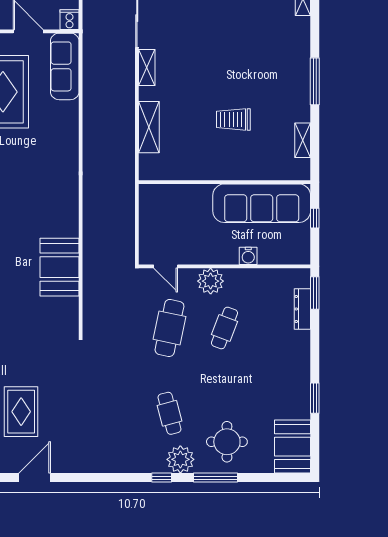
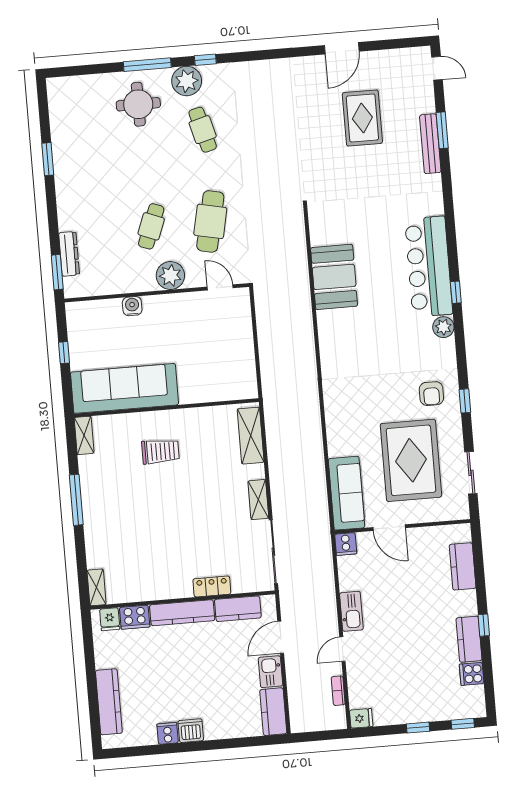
wall: (225, 182) -> (166, 408), moved
sofa: (262, 203) -> (124, 388), moved
booth: (293, 447) -> (67, 105), removed

